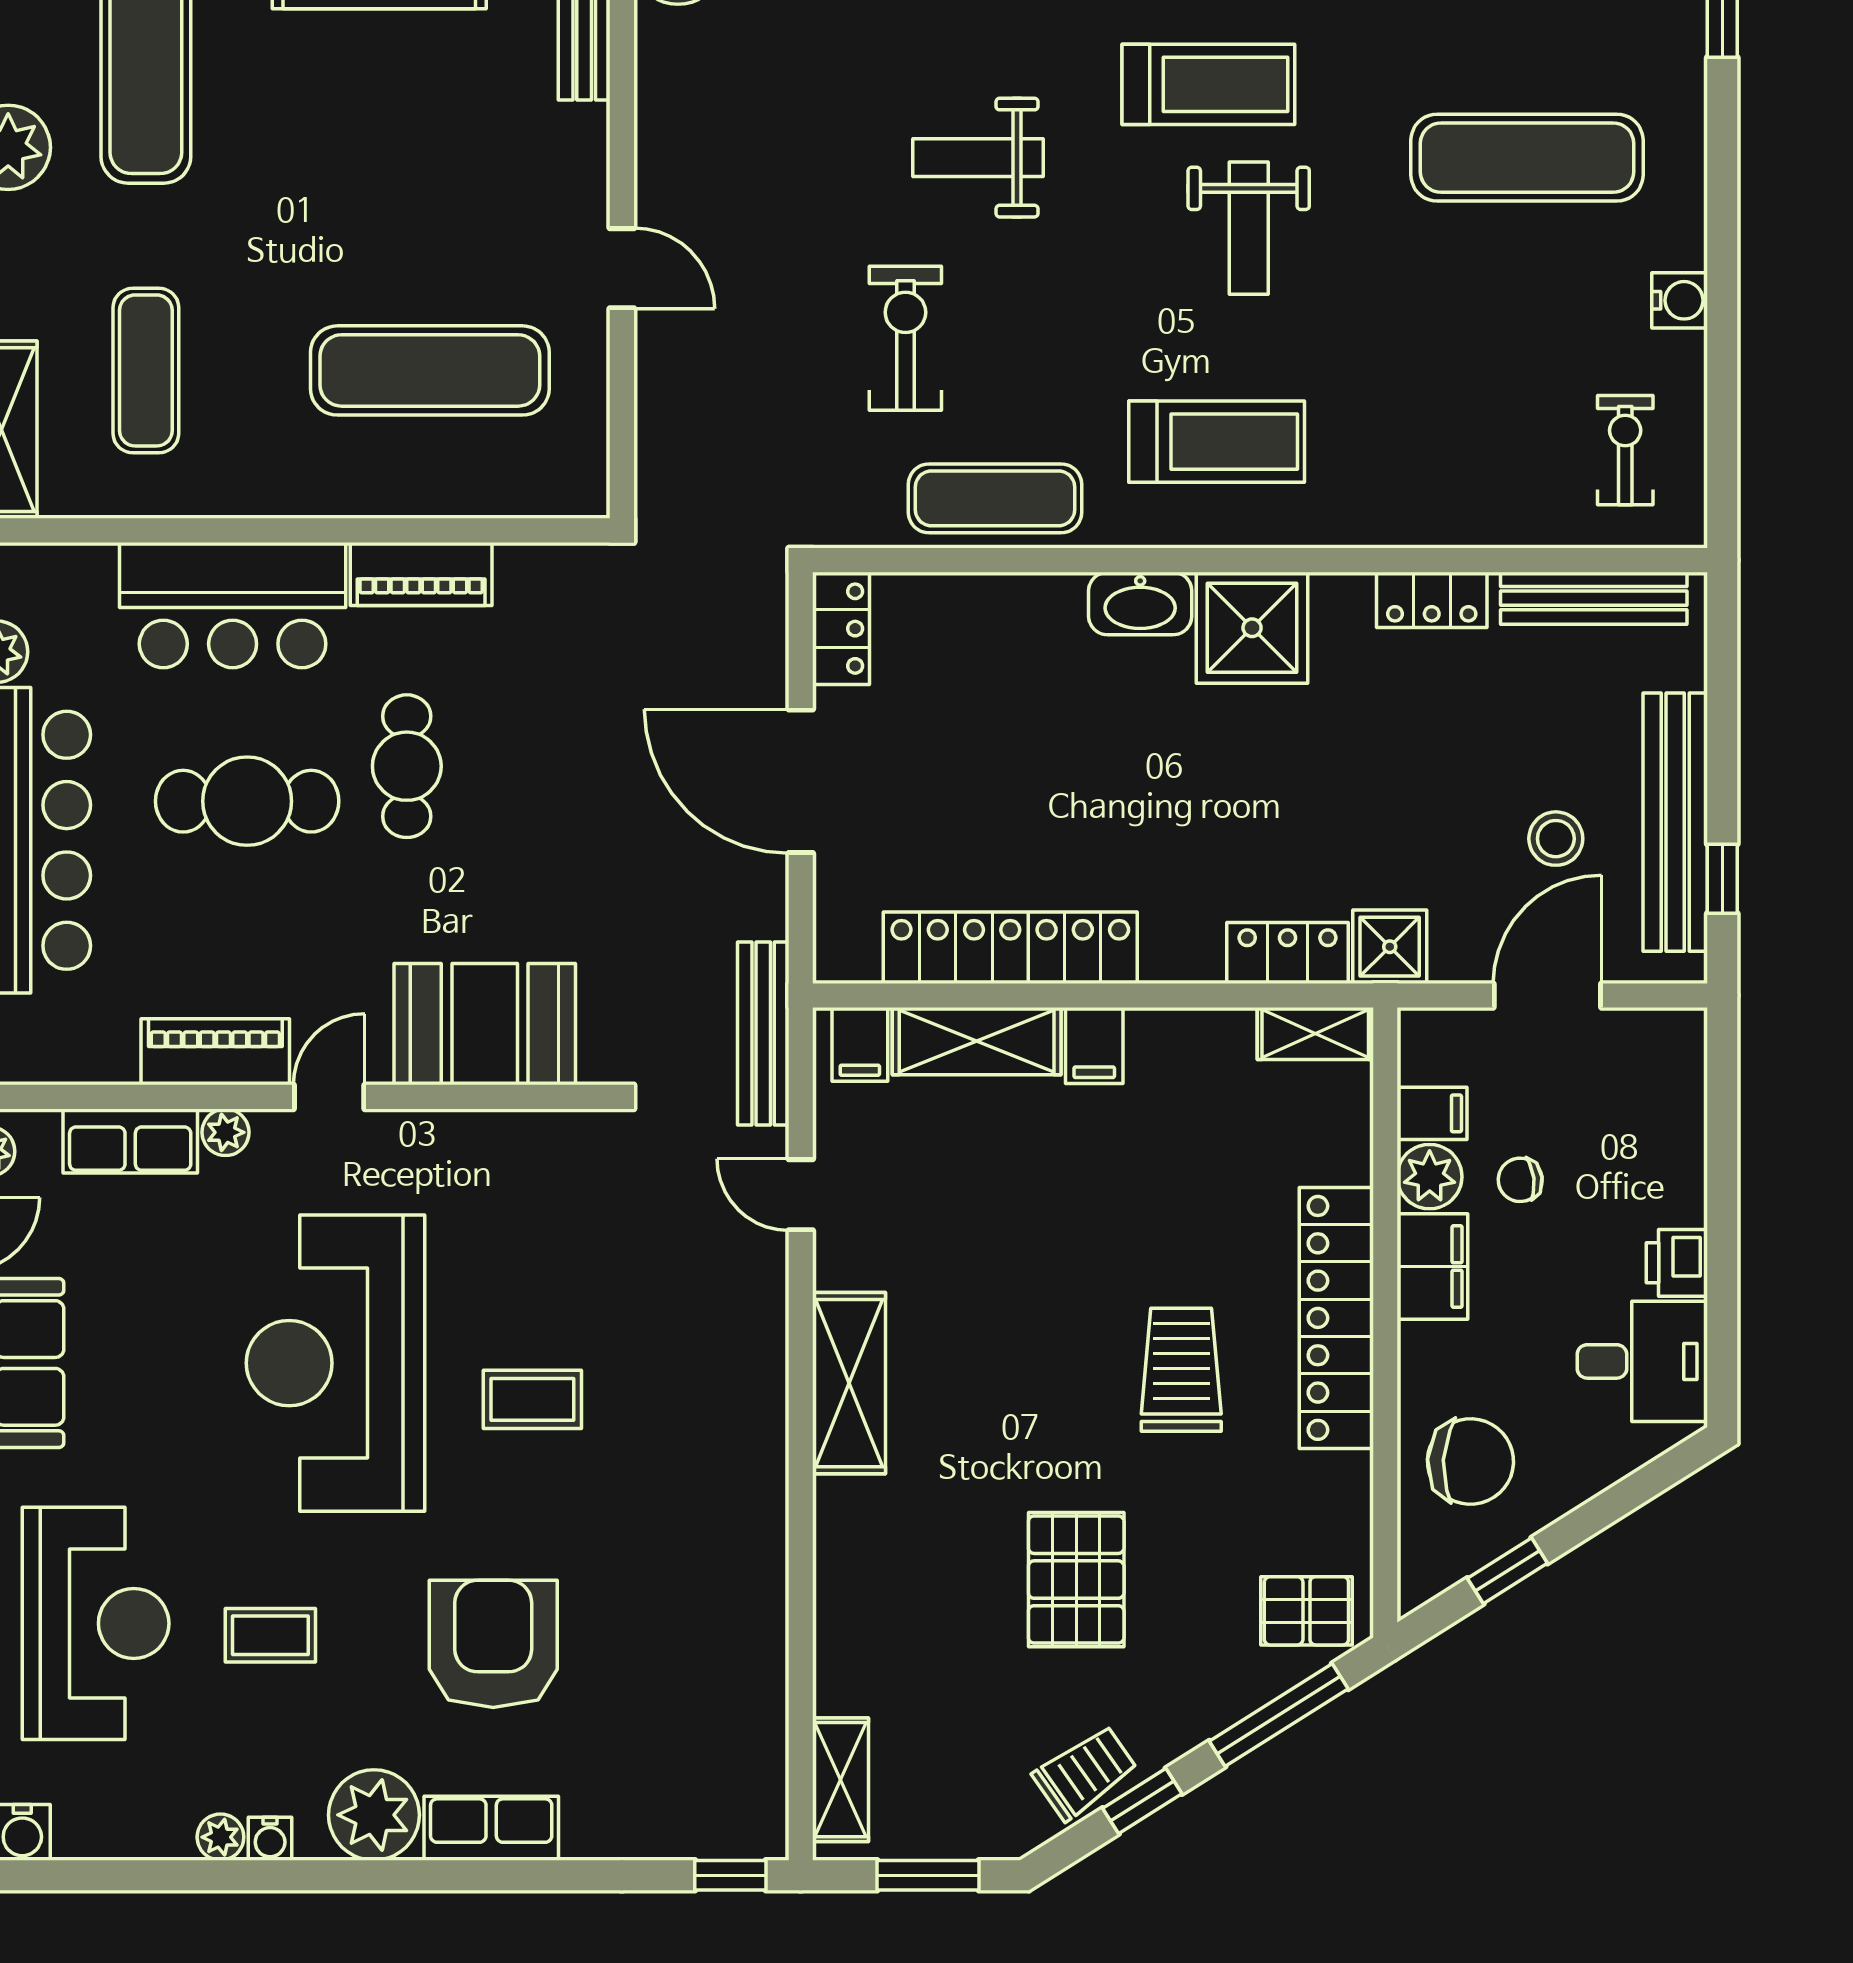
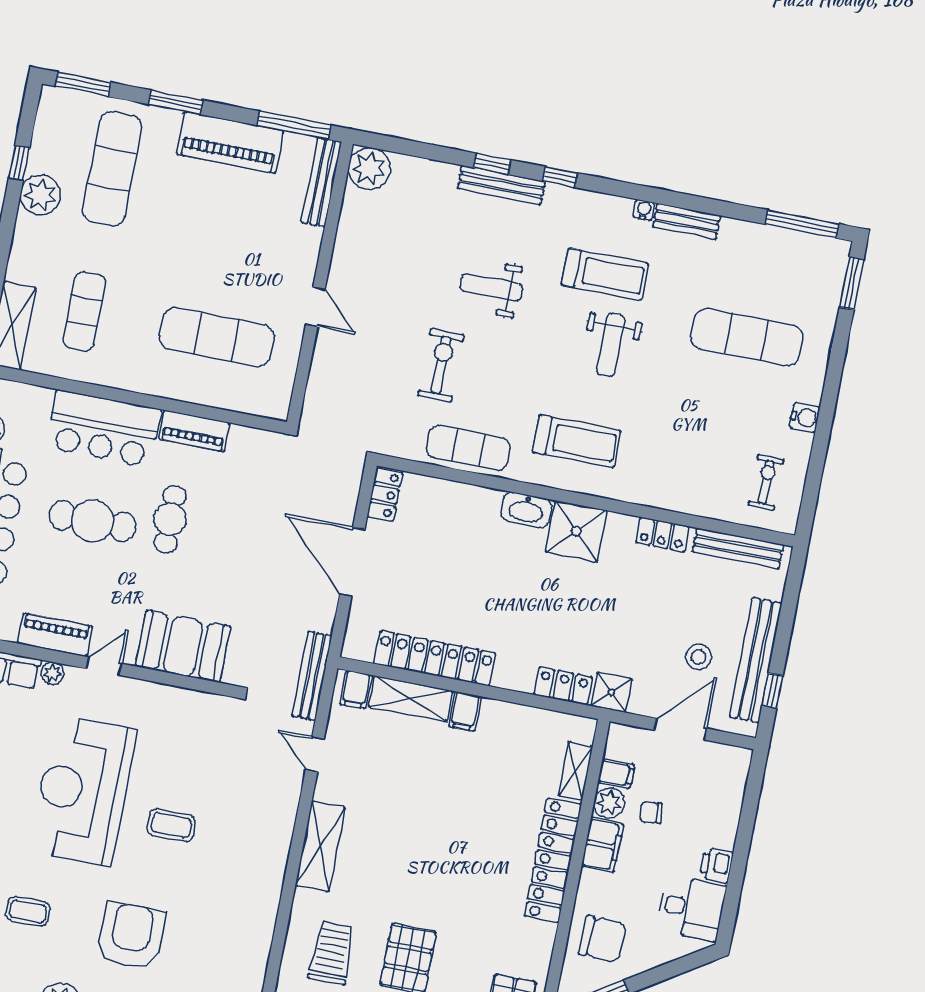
shelving: (1315, 1034) -> (576, 771), moved, turned 90
trolley: (1181, 1370) -> (332, 953), moved

